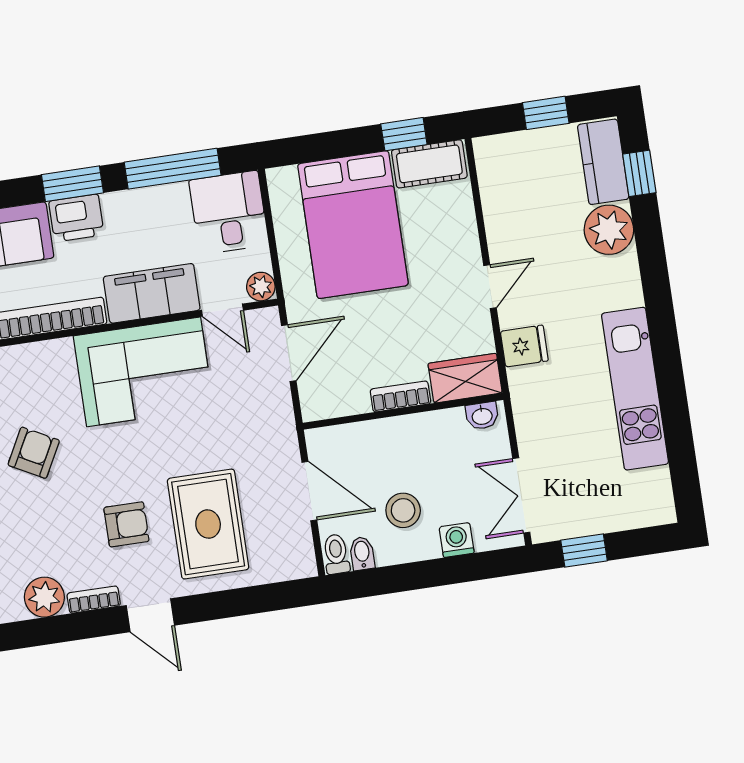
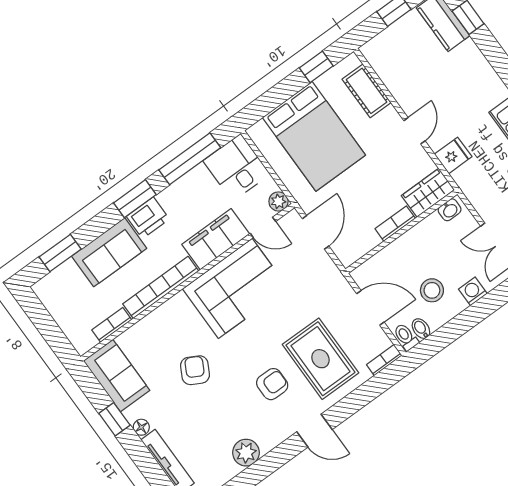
cot: (429, 164) -> (367, 91), moved, turned 90
plant: (609, 230) -> (467, 60), removed
bookcase: (94, 600) -> (384, 360), moved

